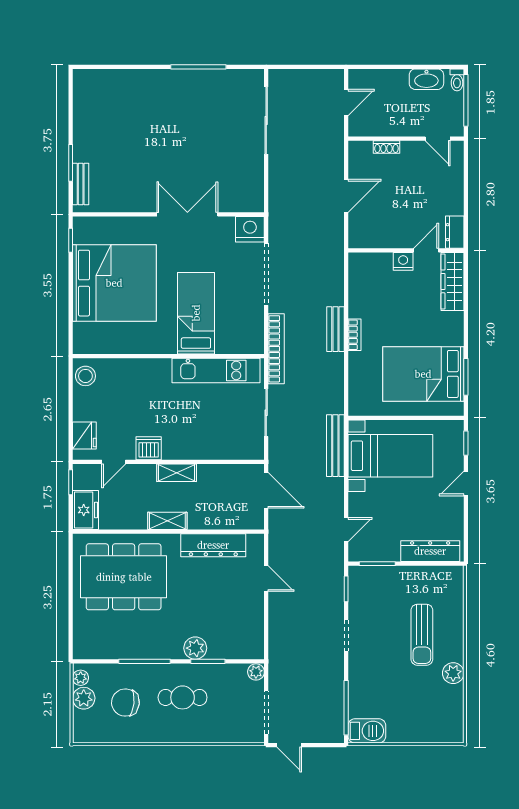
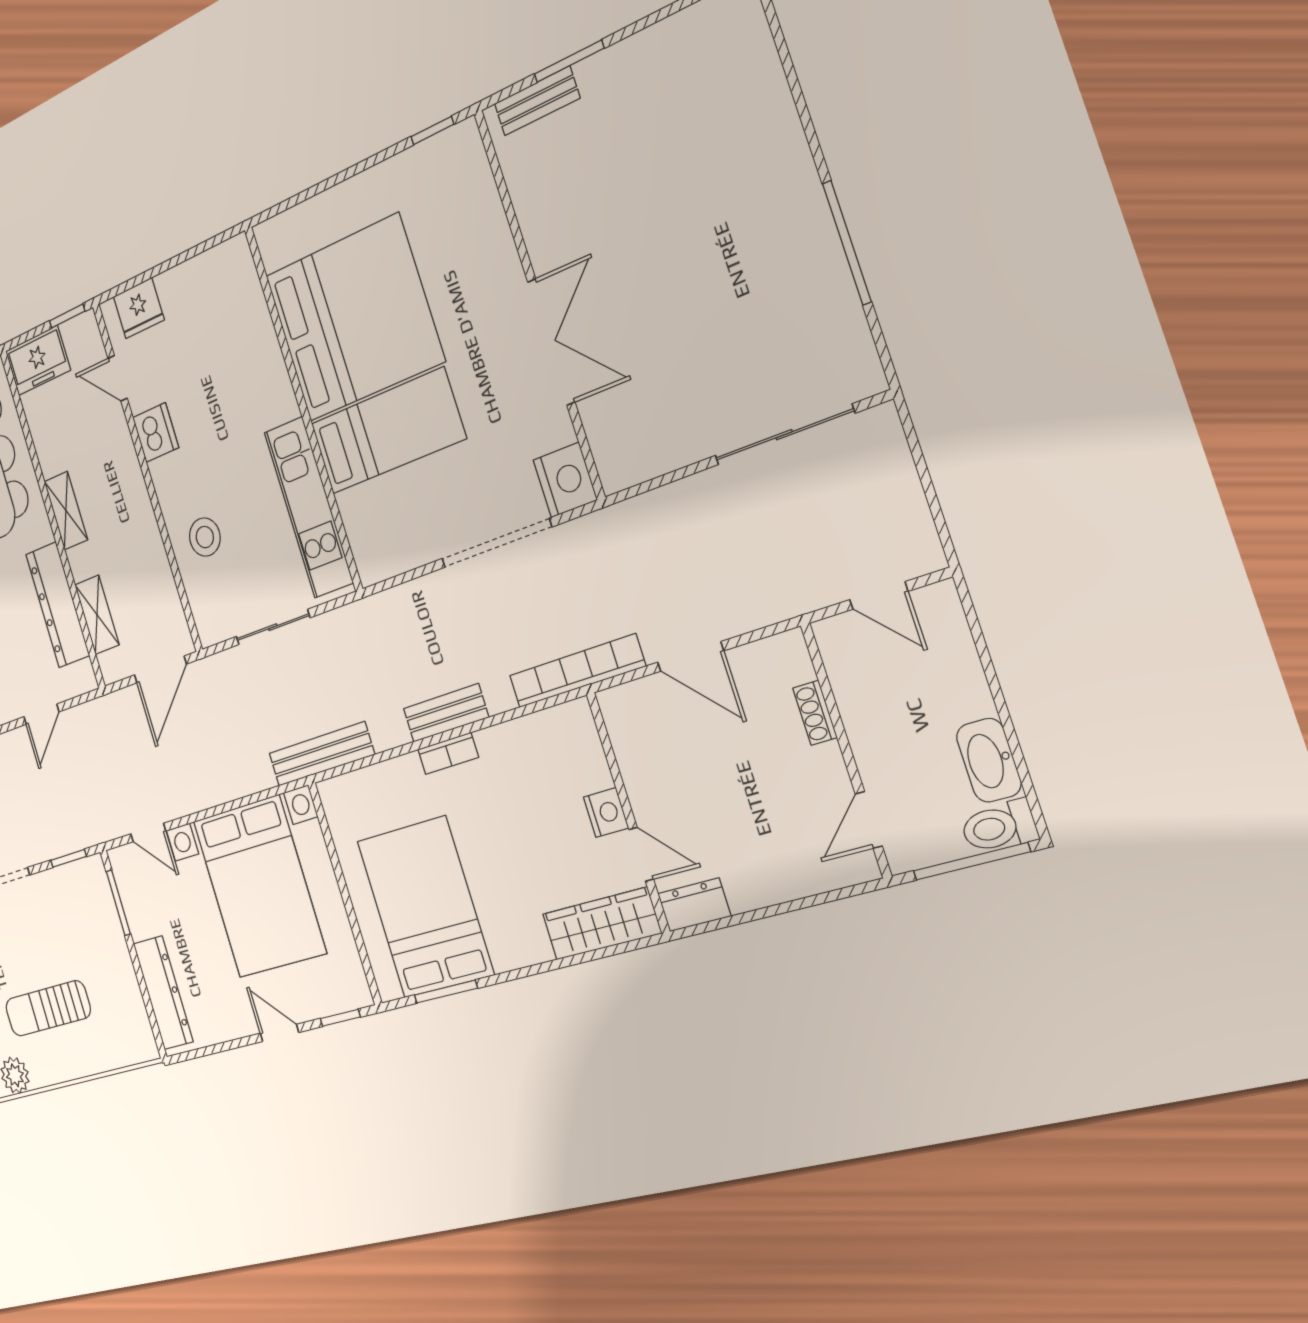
toilet: (457, 80) -> (999, 827), width x1.37, depth x1.39
bed: (114, 283) -> (354, 318), moved, turned -90
bookcase: (276, 349) -> (577, 671), moved, turned 180
stool: (85, 376) -> (205, 537), moved
bench: (335, 446) -> (321, 754), moved
bed with nightstands: (390, 456) -> (259, 887), width x1.36
shelving: (177, 473) -> (97, 615), moved

